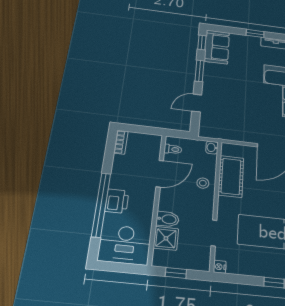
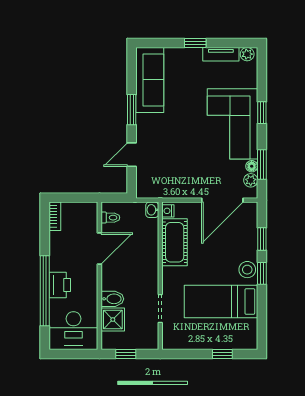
window: (202, 42) -> (132, 68), removed
sofa: (217, 47) -> (150, 80), width x1.36
stool: (203, 183) -> (145, 254), removed
nightstand: (220, 267) -> (168, 211), moved

